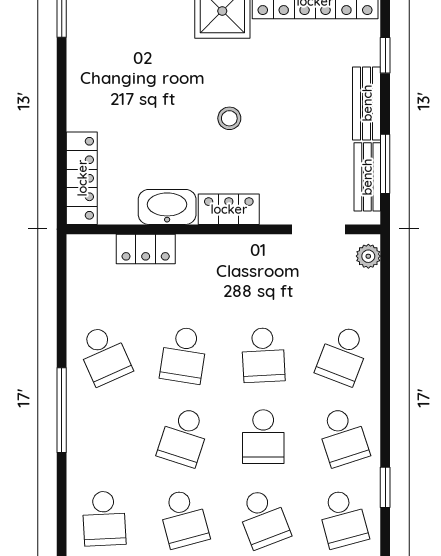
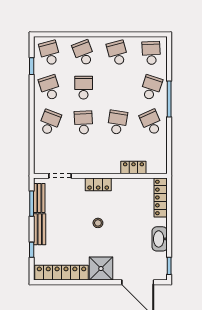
washbasin: (167, 207) -> (160, 239), moved, turned 90
plant: (368, 256) -> (39, 164), removed
school desk: (184, 437) -> (151, 88), moved

